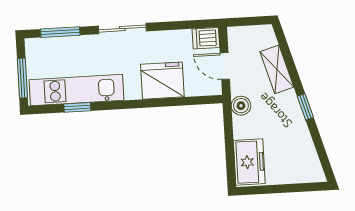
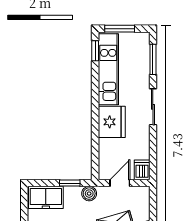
fridge: (162, 81) -> (112, 122), moved
window: (77, 107) -> (95, 51), moved
window: (229, 132) -> (70, 183), added

